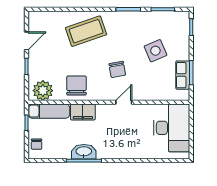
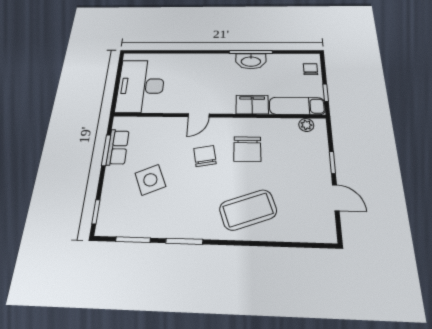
door: (26, 41) -> (336, 198), swing flipped
chair: (76, 86) -> (247, 149), moved
plant: (43, 91) -> (306, 125), width x0.53, depth x0.53

